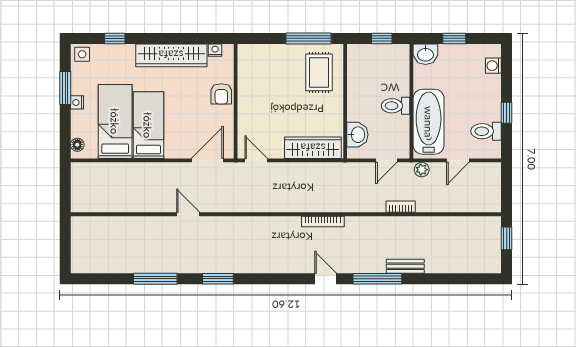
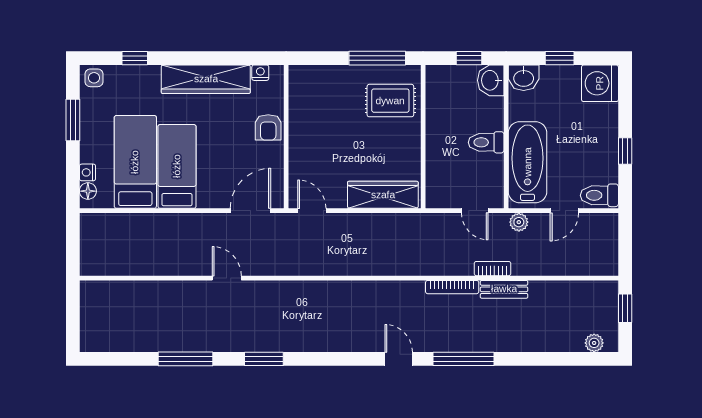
washing machine: (493, 66) -> (600, 83), width x1.89, depth x1.89
rug: (319, 72) -> (390, 101), turned 90
nightstand: (77, 102) -> (87, 172), moved
toilet: (486, 131) -> (599, 195), moved
washbasin: (357, 135) -> (491, 80), moved, turned 180
door: (386, 160) -> (475, 211), hinge flipped
bookcase: (323, 221) -> (452, 287), moved
bench: (405, 266) -> (504, 289), moved
plant: (482, 266) -> (594, 343), added

